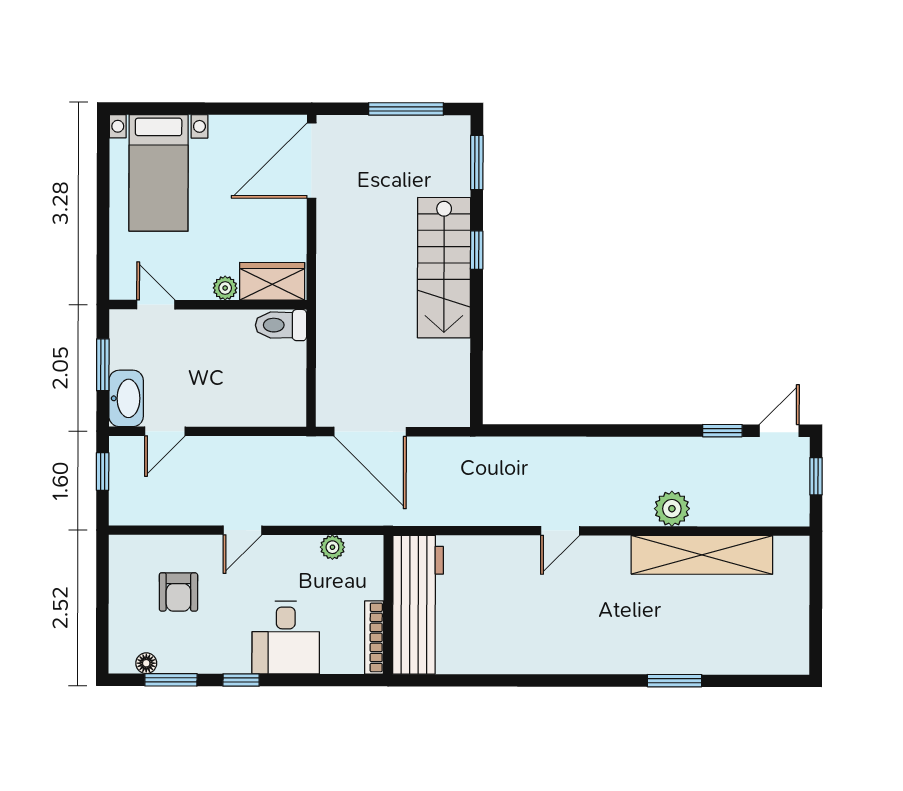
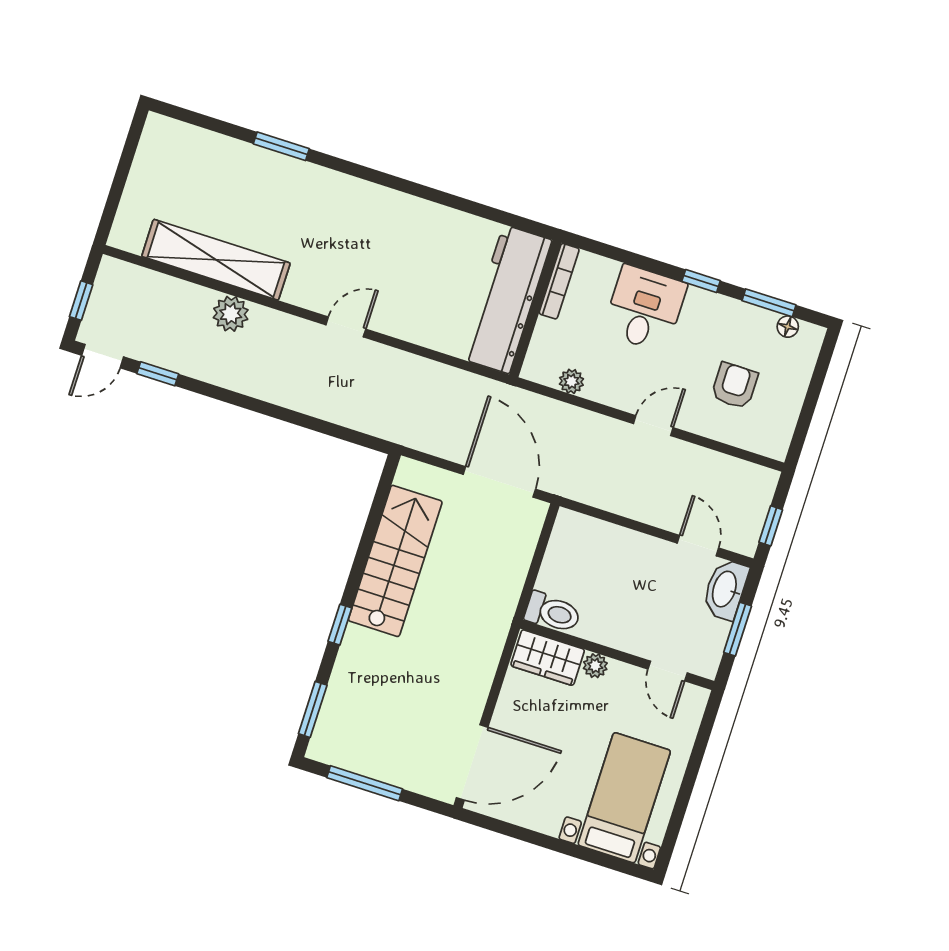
stairs: (444, 268) -> (395, 561), moved
door: (165, 431) -> (698, 546), hinge flipped

